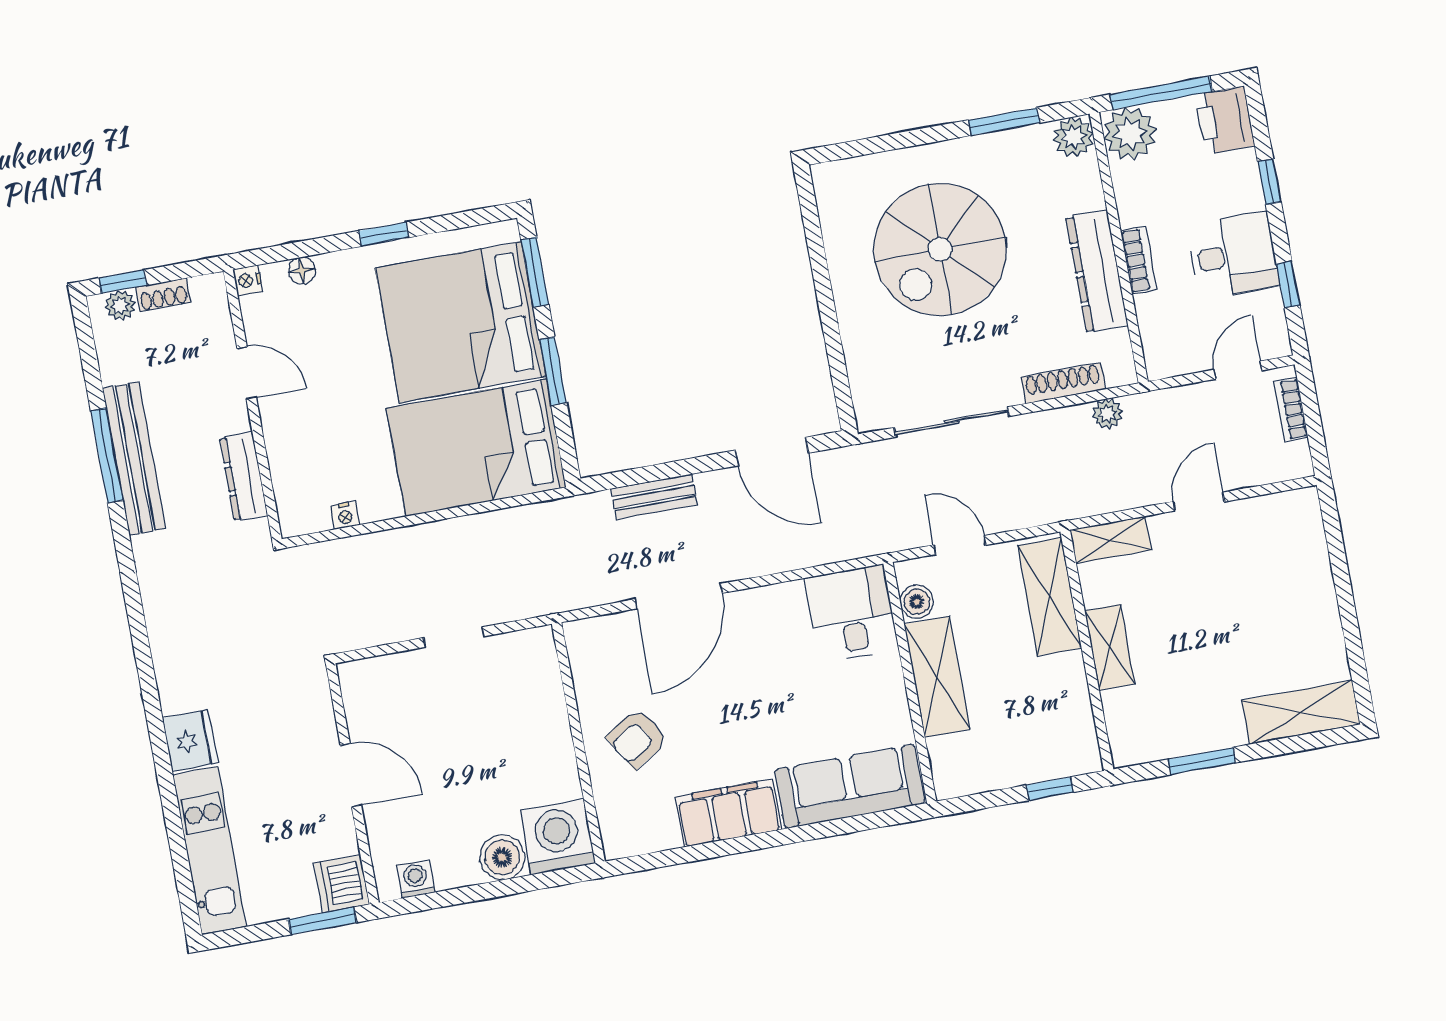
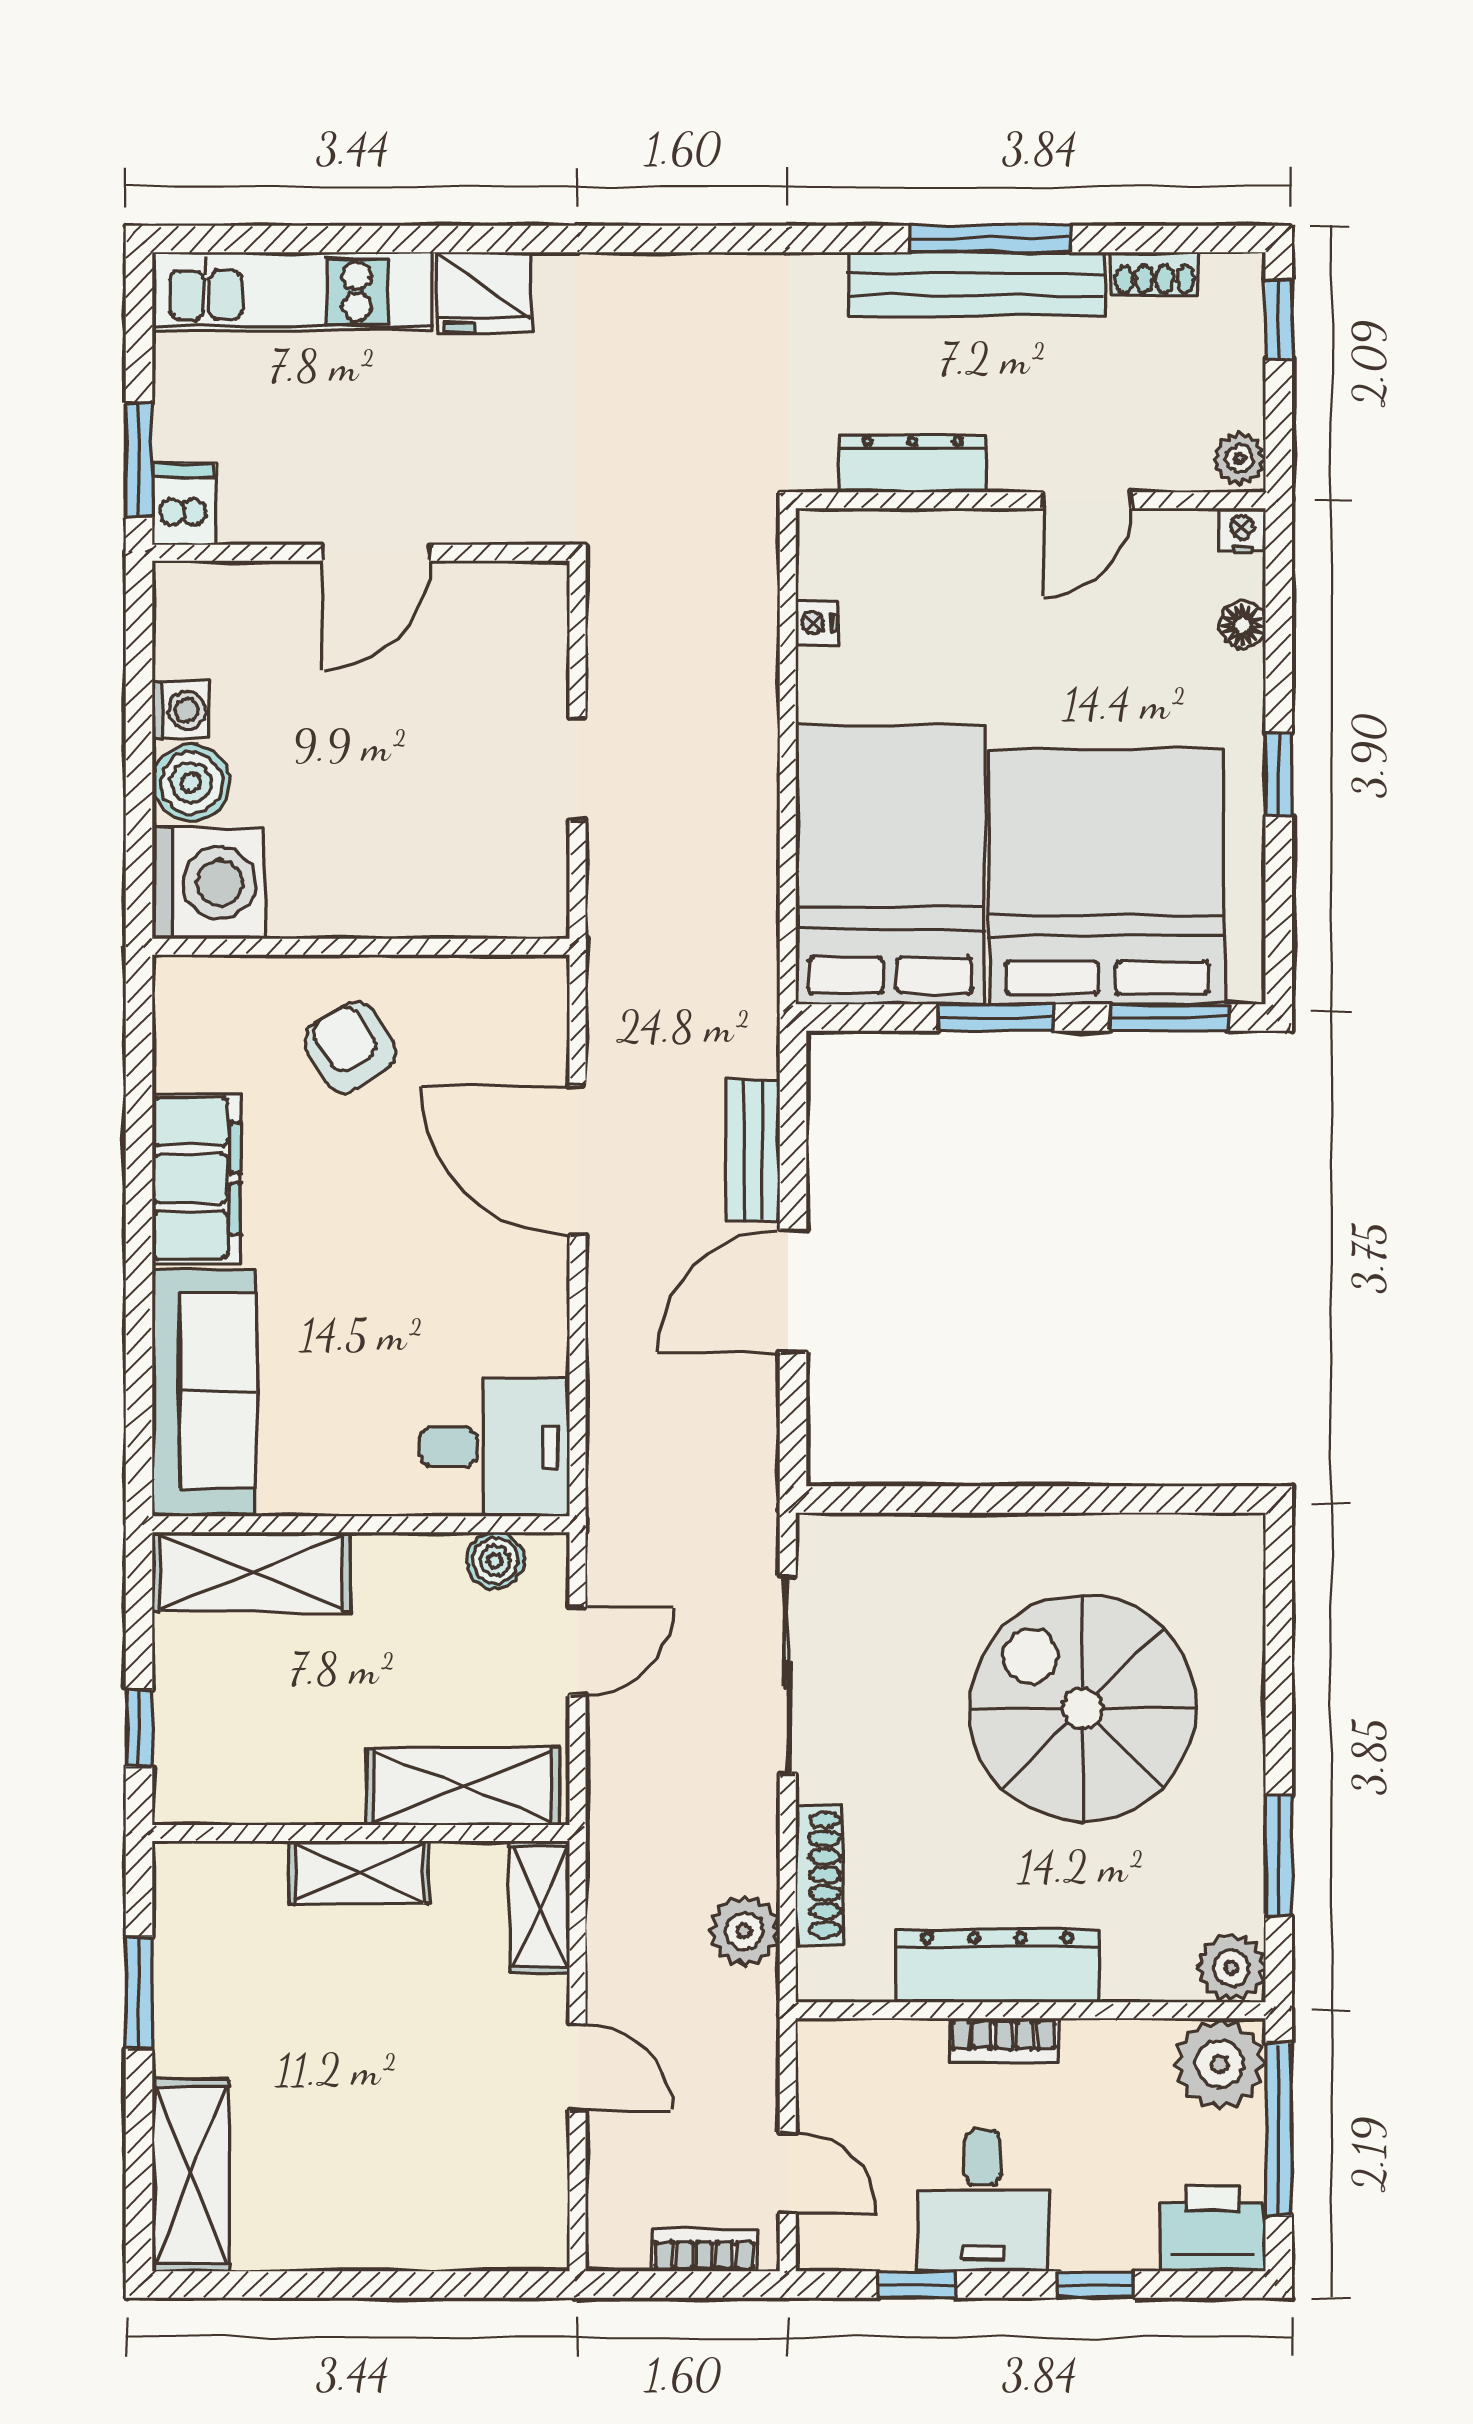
shoe rack: (163, 295) -> (1155, 274), moved, turned -90
plant: (120, 305) -> (1240, 459), moved
plant: (1108, 414) -> (744, 1931), width x1.38, depth x1.38
door: (772, 452) -> (793, 1291), moved
shelving: (937, 677) -> (251, 1572), moved
washing machine: (416, 879) -> (181, 710), moved
dishwasher: (342, 884) -> (184, 504), width x0.73

